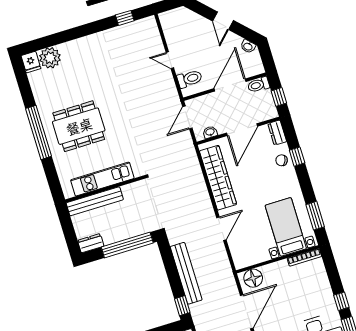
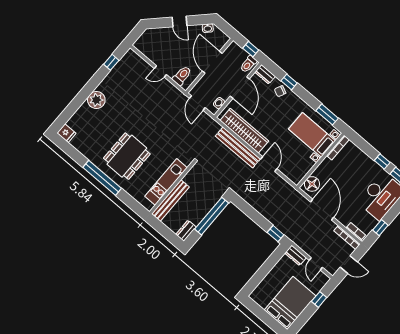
plant: (50, 58) -> (96, 100), moved
toilet: (259, 85) -> (248, 64), moved
bench: (186, 273) -> (238, 147), moved

